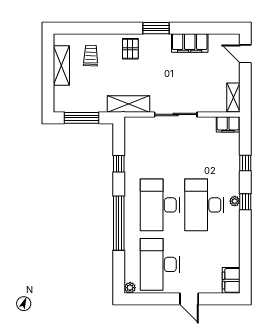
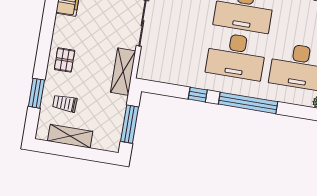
window: (156, 28) -> (36, 93), moved
pallet: (130, 49) -> (65, 60), turned 90
window: (119, 164) -> (198, 95), moved

